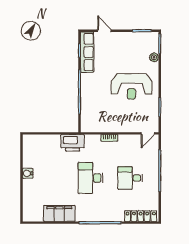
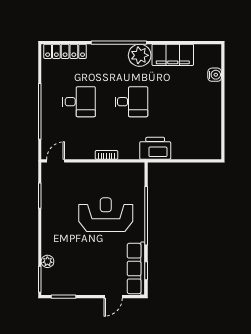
door: (104, 31) -> (113, 297), hinge flipped
reception desk: (132, 86) -> (106, 215), moved
water cooler: (28, 173) -> (215, 75), moved
desk: (91, 178) -> (131, 102), width x0.73
plant: (84, 213) -> (140, 55), added

